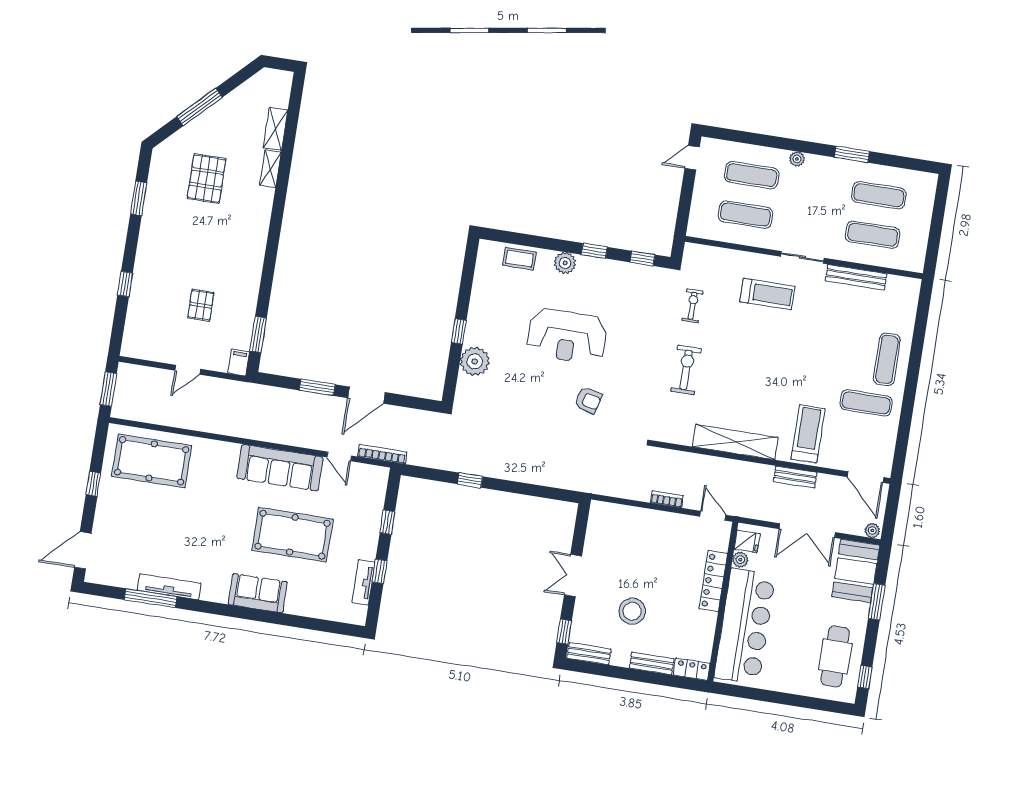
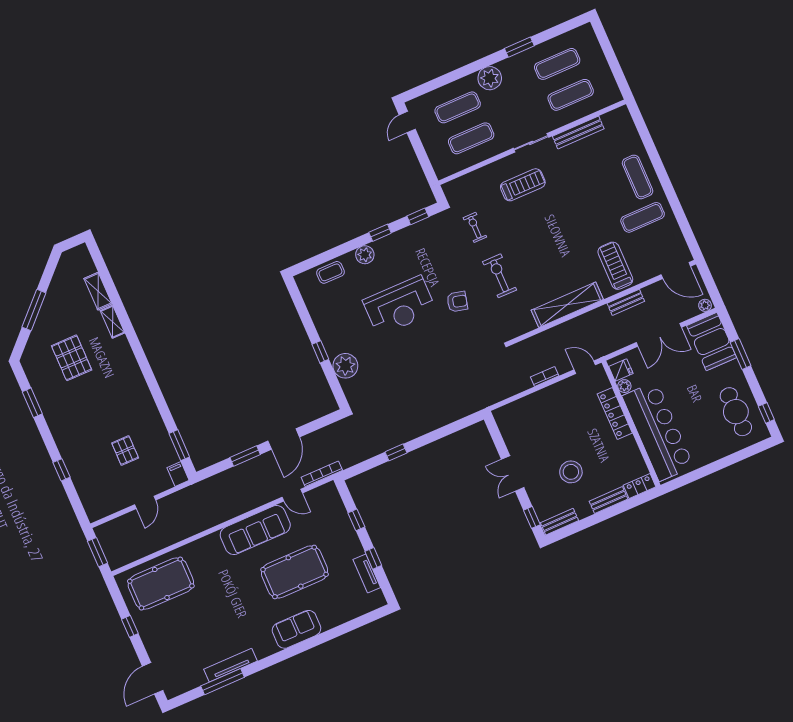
plant: (797, 159) -> (490, 78), width x1.88, depth x1.88
armchair: (588, 400) -> (457, 302), moved

